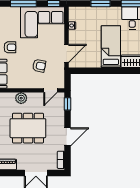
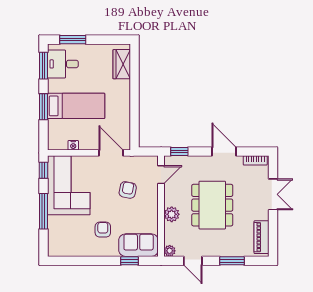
bed: (111, 47) -> (76, 106), moved, turned 180
door: (50, 90) -> (161, 175), hinge flipped

